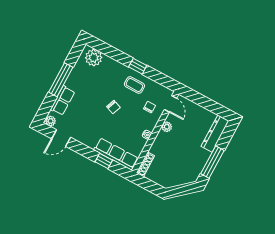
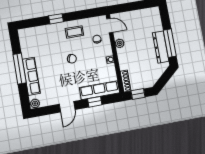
plant: (94, 58) -> (31, 35), removed
window: (138, 66) -> (56, 19), moved
row of seats: (63, 101) -> (31, 76), width x1.48
dresser: (215, 134) -> (161, 47), moved
door: (61, 138) -> (67, 107), moved
window: (147, 185) -> (138, 94), added

